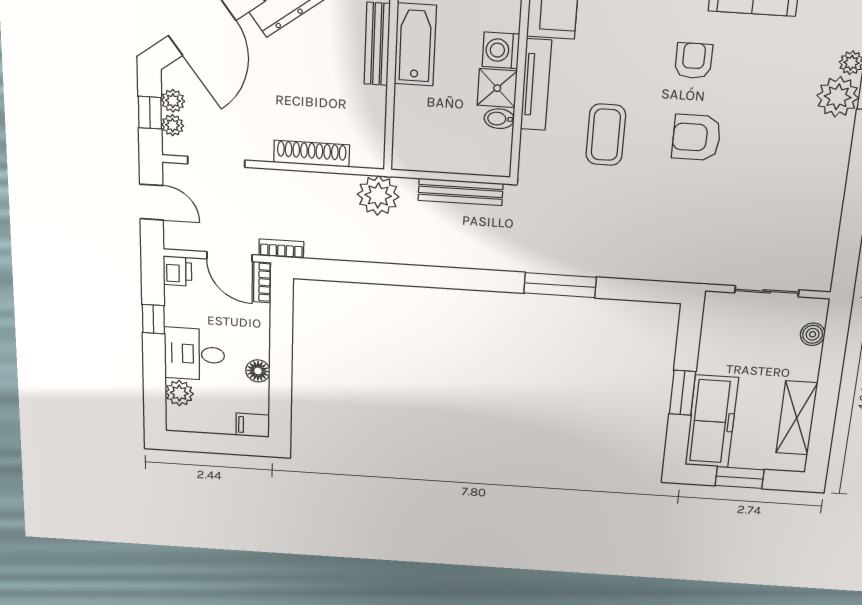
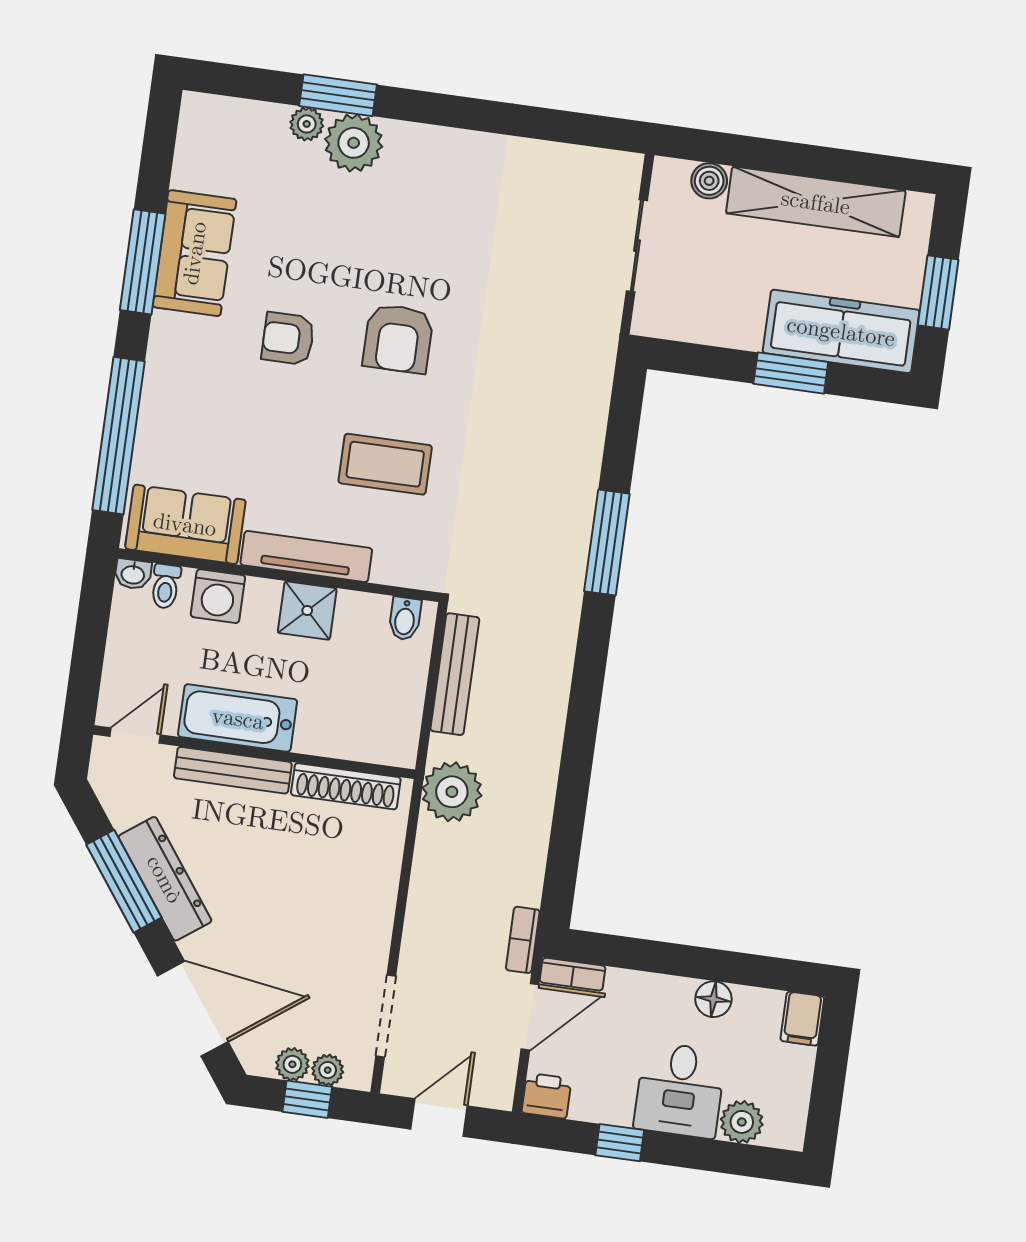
washing machine: (501, 50) -> (218, 596), moved
bidet: (499, 119) -> (405, 619), moved
shoe rack: (312, 154) -> (346, 786), moved, turned -90
shelving: (797, 418) -> (816, 202), width x1.47

